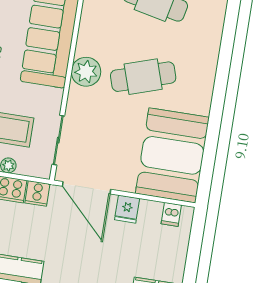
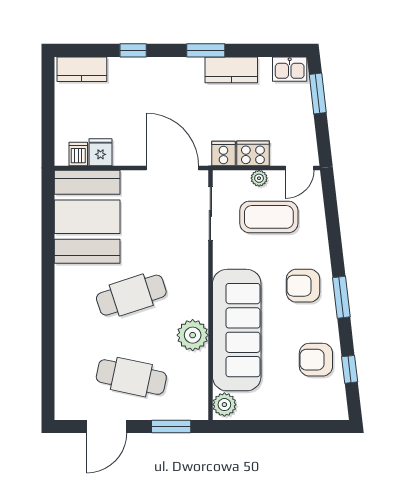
plant: (86, 72) -> (193, 335), moved
fridge: (127, 209) -> (101, 152), moved

